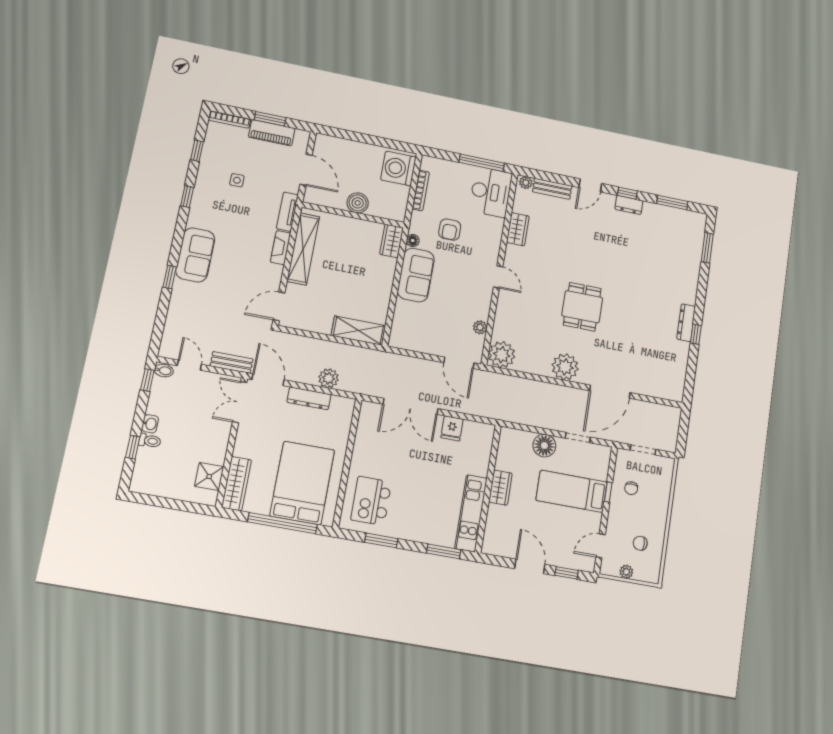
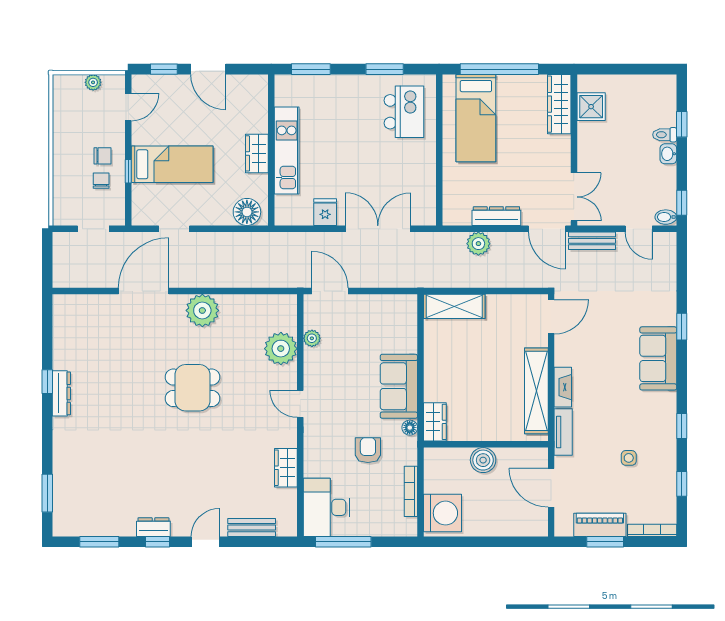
plant: (526, 183) -> (285, 528), removed
dining table: (582, 307) -> (193, 388), turned 90
plant: (502, 355) -> (281, 349), moved
floor lamp: (544, 446) -> (247, 212), moved
bed: (302, 483) -> (476, 118), width x0.67
kitchen unit: (471, 513) -> (287, 150), moved
chair: (640, 543) -> (102, 156), moved

